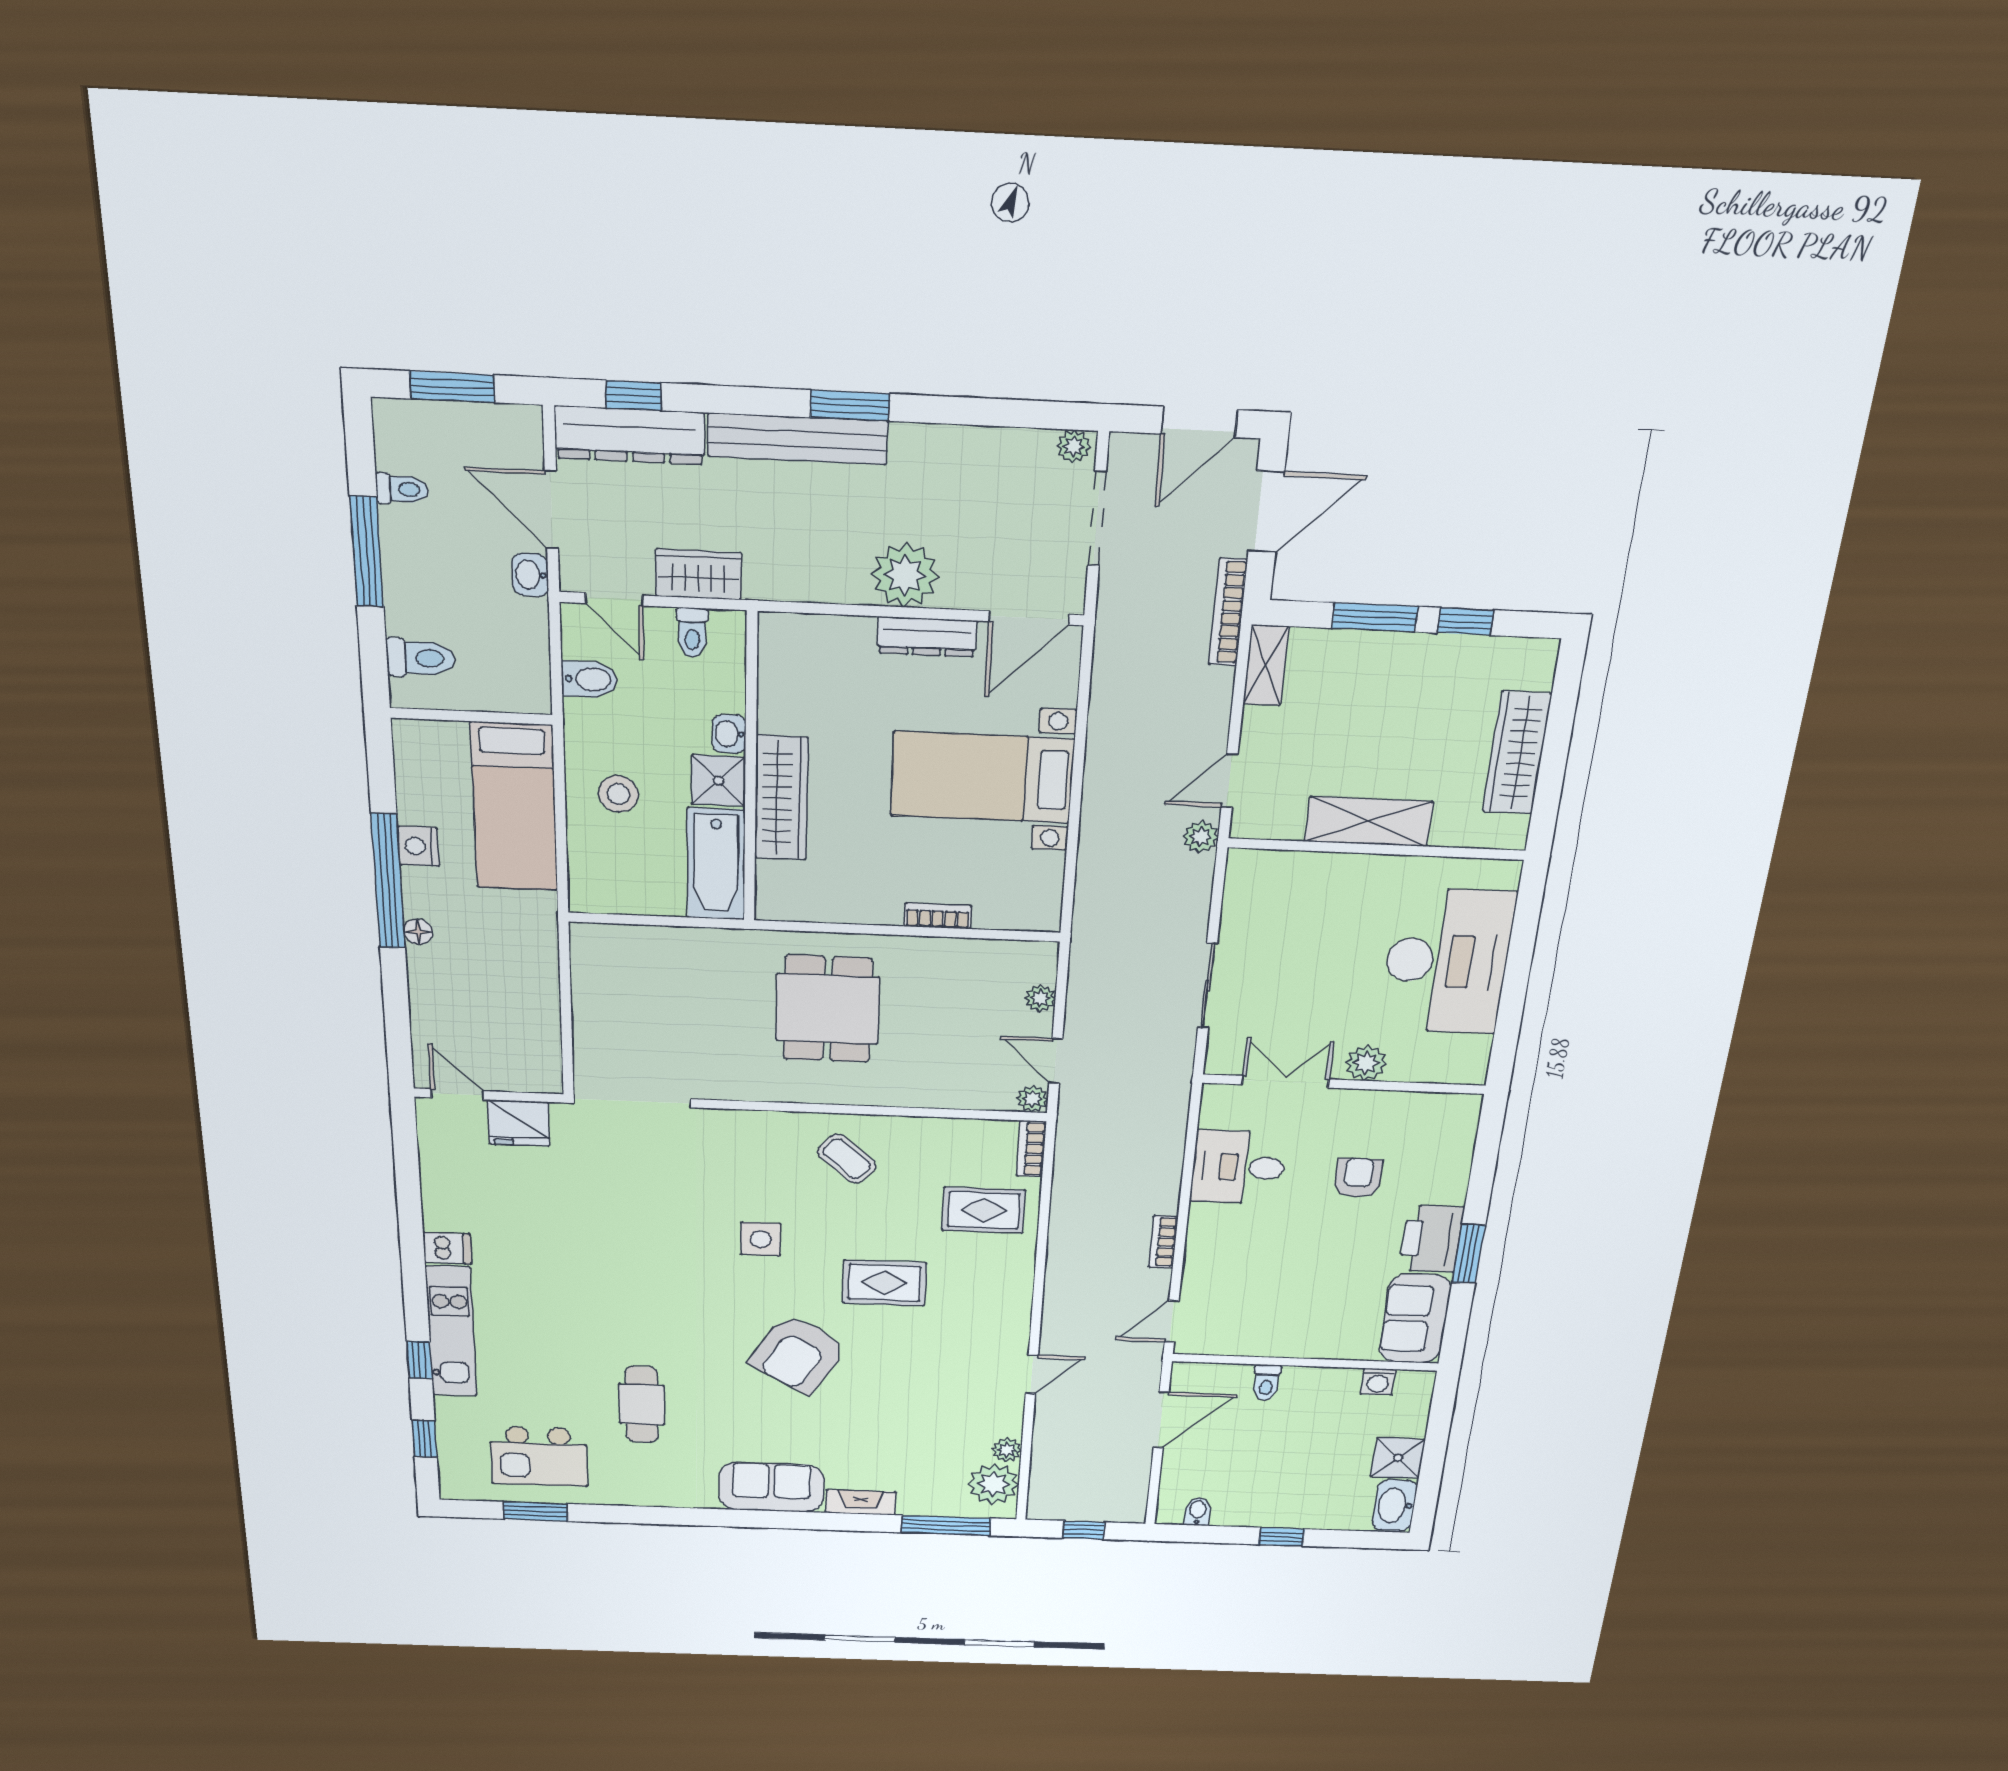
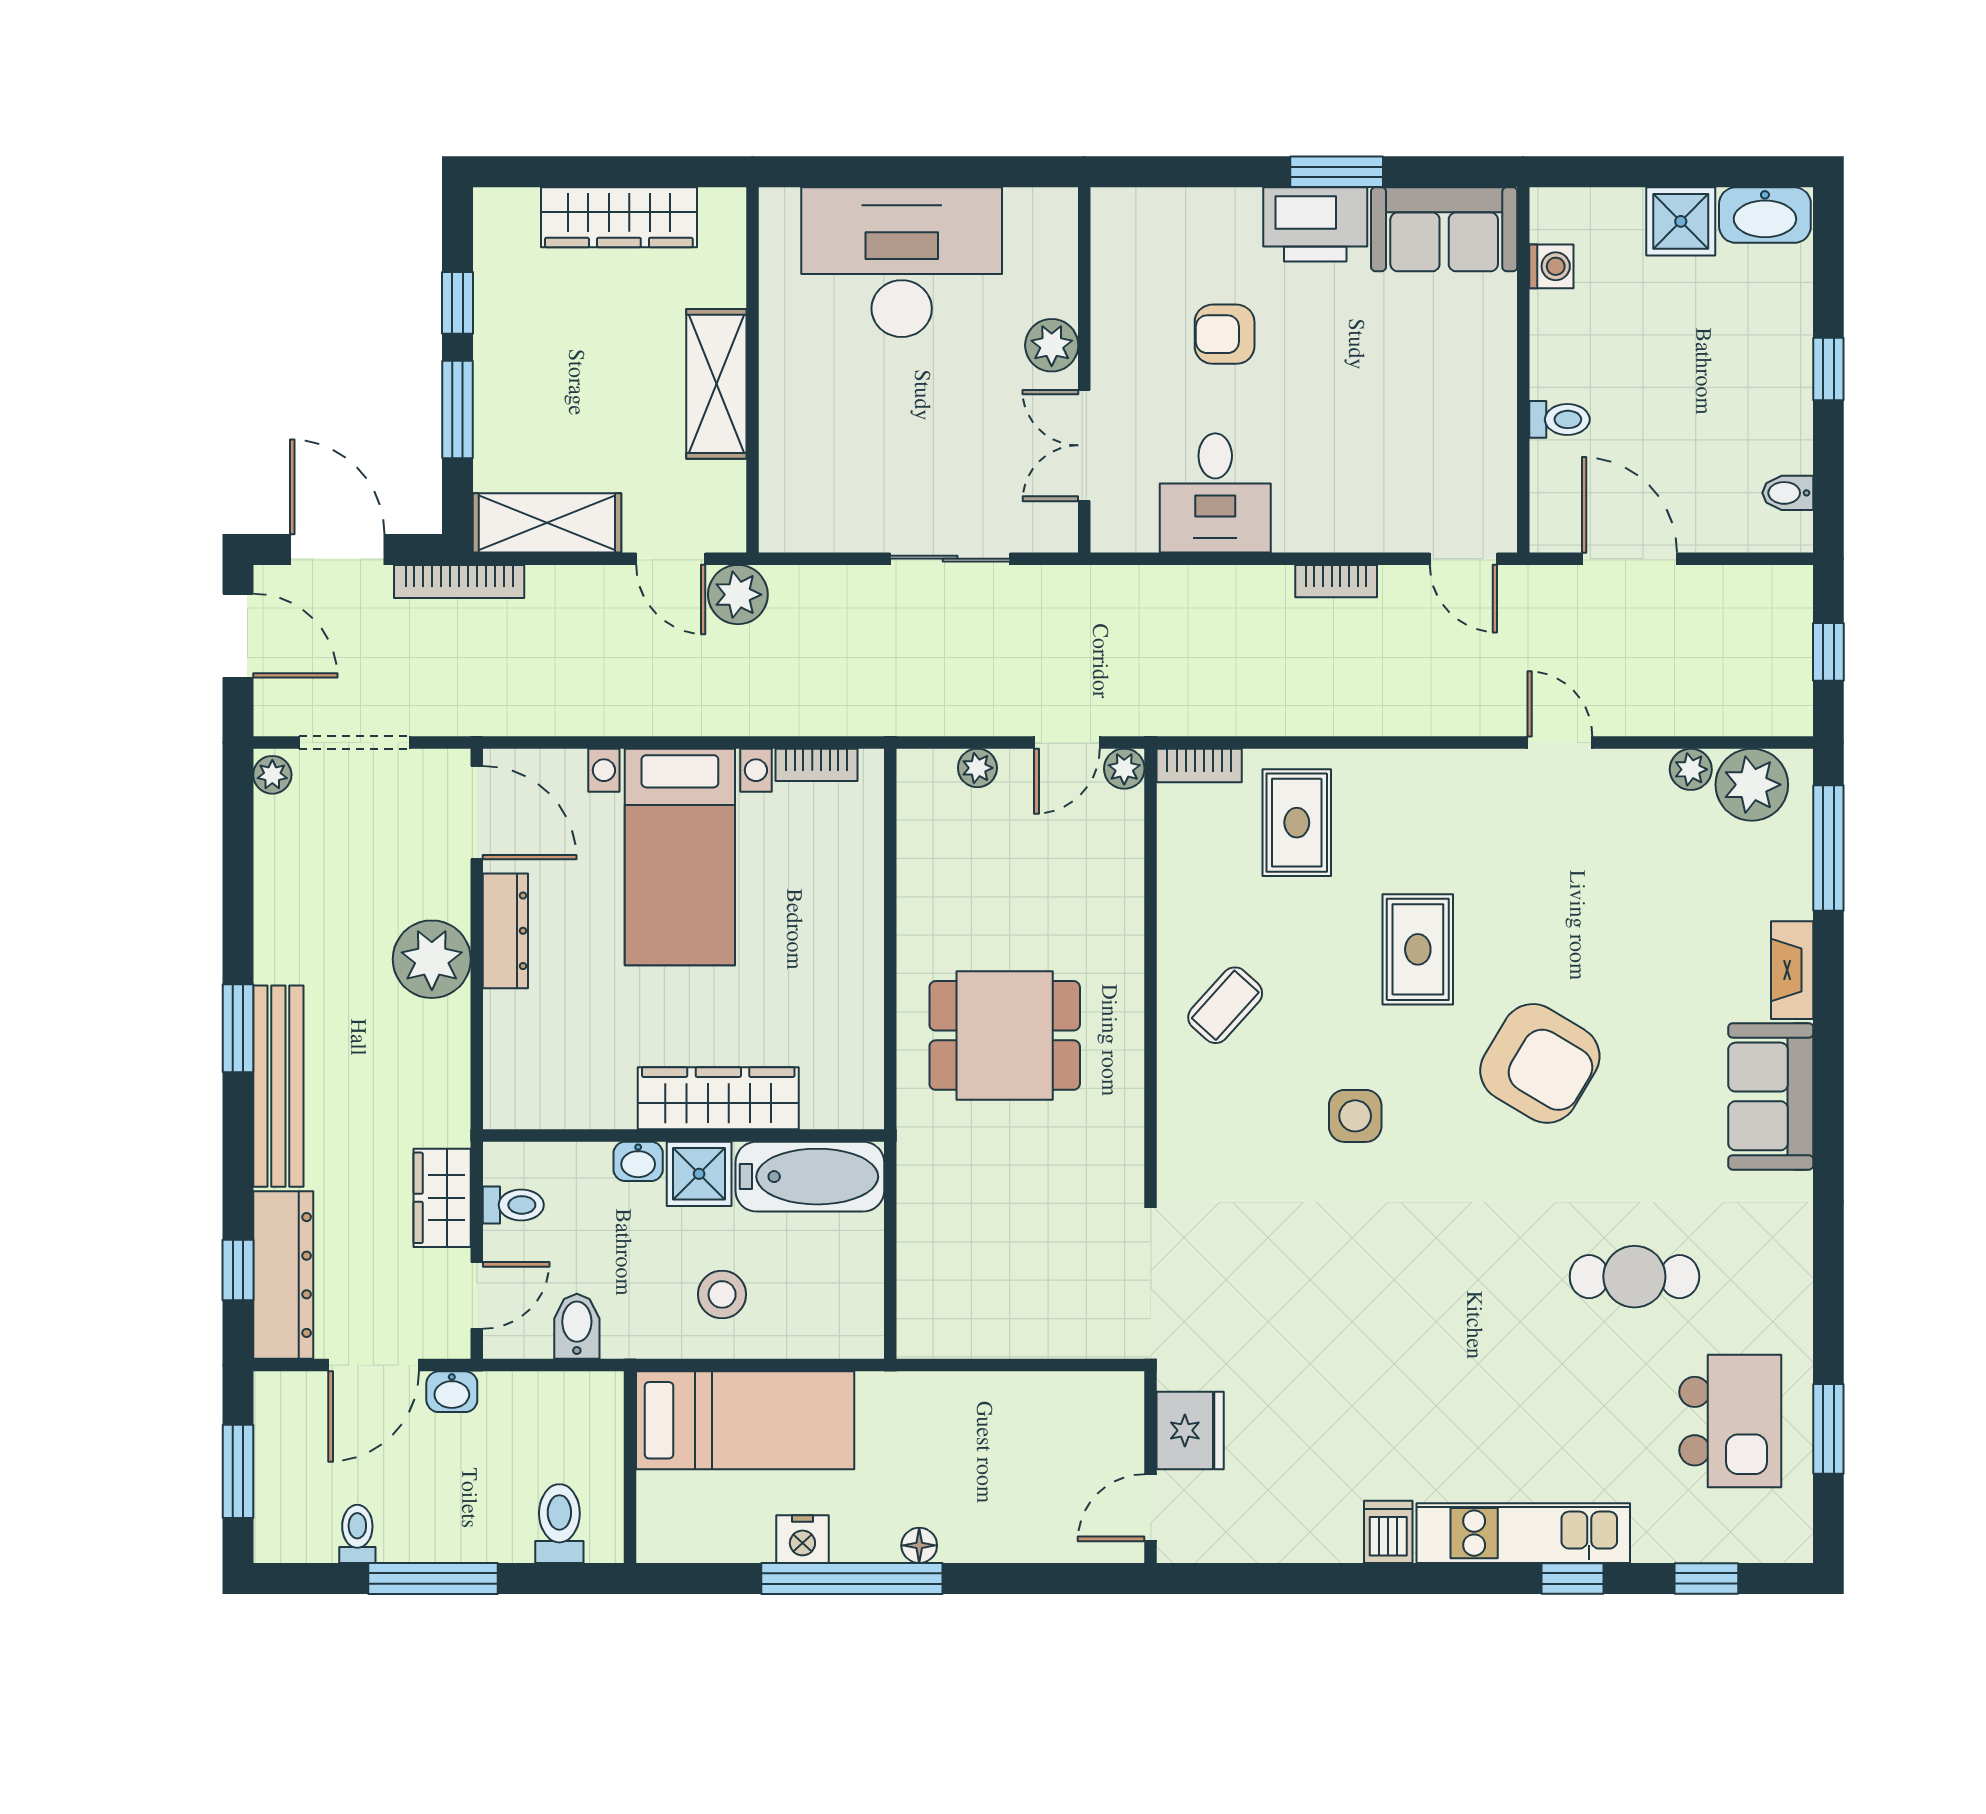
shelving: (1266, 665) -> (547, 523), width x1.50, depth x1.33
plant: (1201, 837) -> (738, 595), width x1.38, depth x1.38
bookcase: (938, 916) -> (816, 765), moved, turned -90

